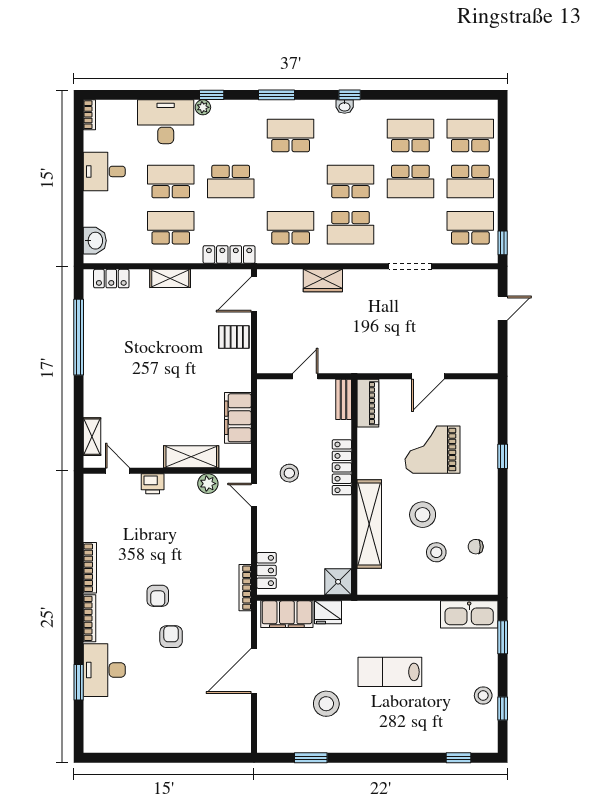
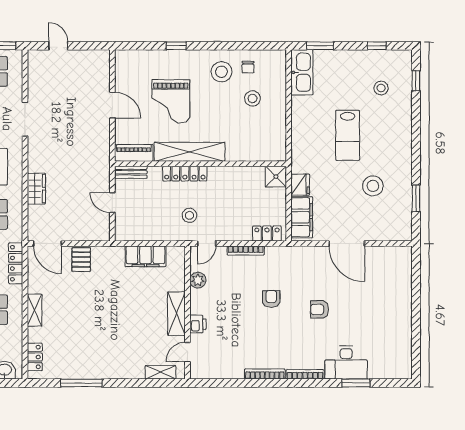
window: (79, 337) -> (81, 383), width x0.68
shelving: (191, 457) -> (176, 314), moved
stool: (423, 515) -> (221, 72), moved
shelving: (369, 524) -> (189, 152), moved
bookcase: (245, 588) -> (246, 250), moved
armchair: (158, 596) -> (271, 299), moved, turned -90
stool: (483, 696) -> (381, 88), moved

